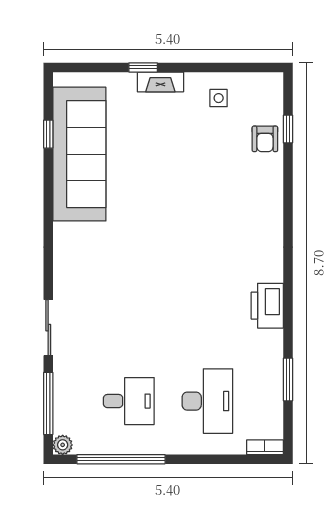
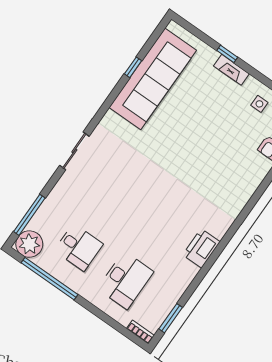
window: (48, 134) -> (133, 67), moved
sliding door: (48, 328) -> (74, 151), moved
window: (288, 380) -> (171, 318), moved
plant: (63, 445) -> (29, 244), width x1.87, depth x1.87

